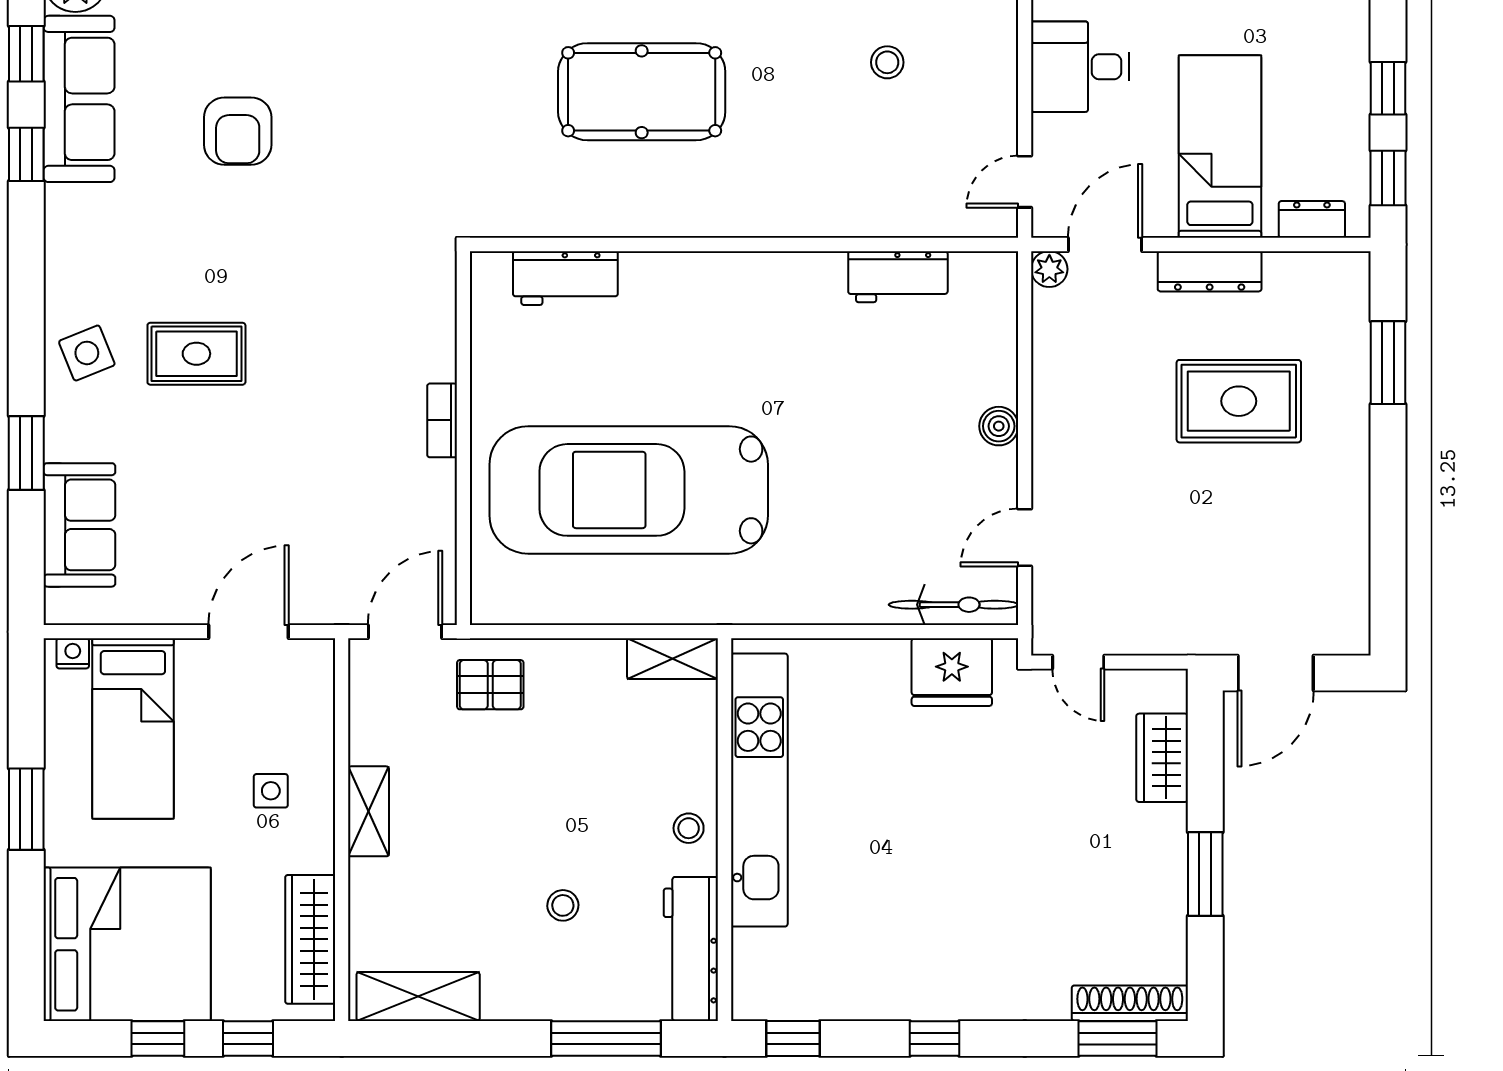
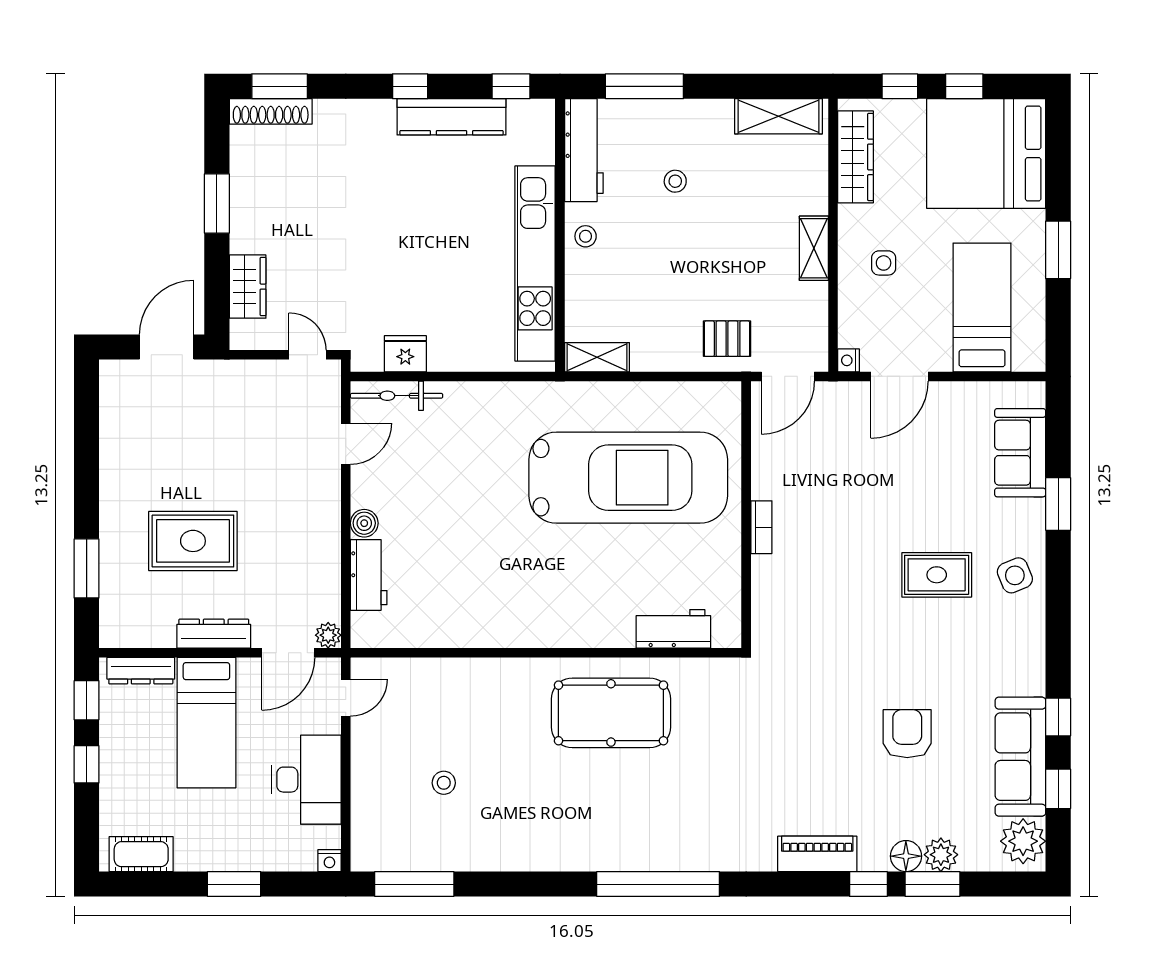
desk: (1080, 67) -> (306, 780), width x1.37
pool table: (642, 92) -> (611, 713), moved
dresser: (1312, 219) -> (141, 671), width x1.44
workbench: (898, 277) -> (369, 575), moved, turned 90
nightstand: (73, 653) -> (849, 360), moved, turned 90
fridge: (952, 672) -> (405, 354), width x0.73, depth x0.75
kitchen counter: (876, 996) -> (452, 117), added

